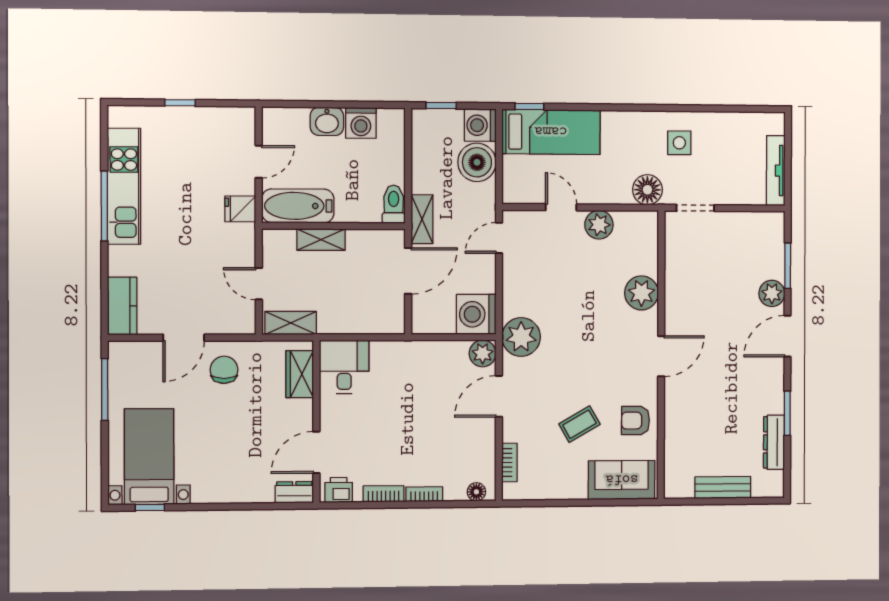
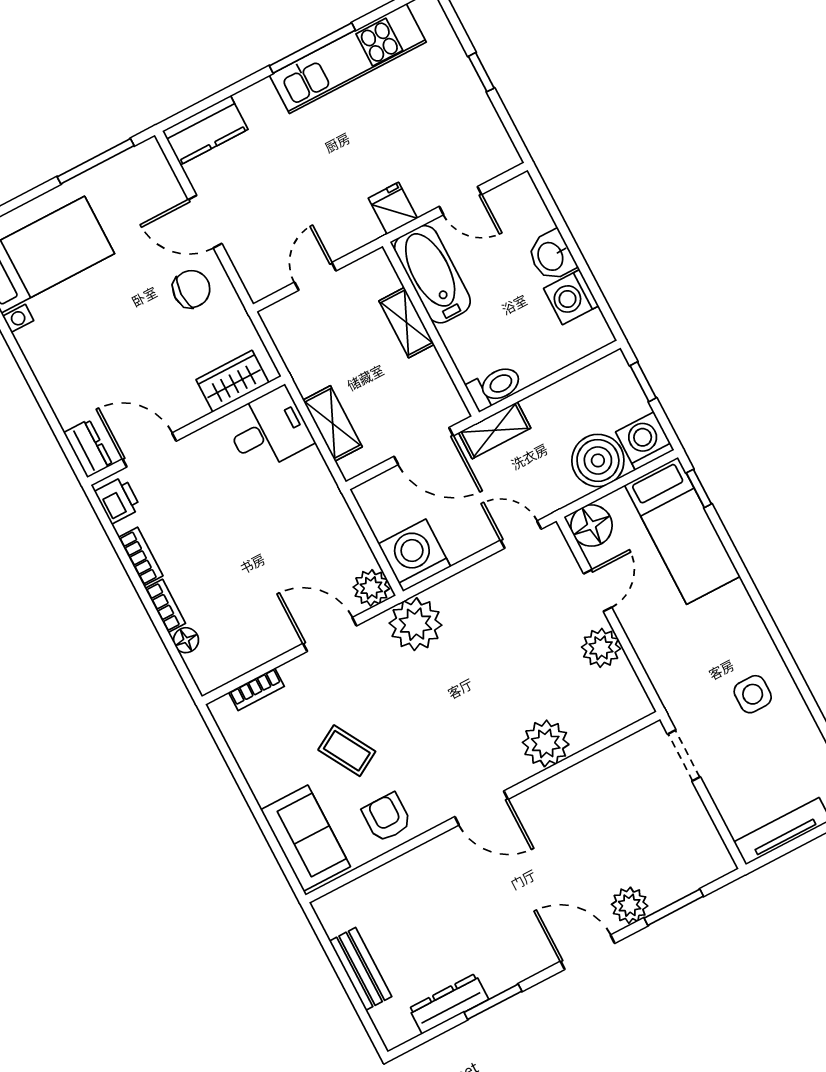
floor lamp: (647, 190) -> (592, 526), moved
shelving: (291, 323) -> (333, 423), moved
floor lamp: (476, 492) -> (186, 640), moved

